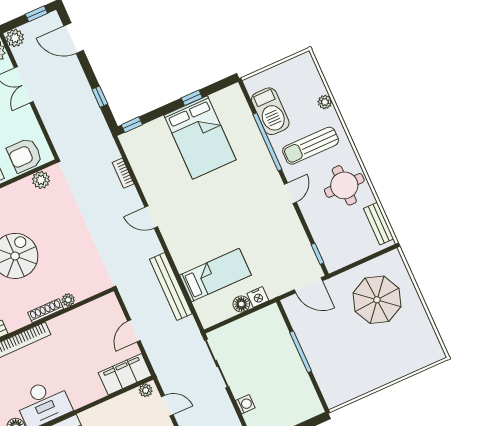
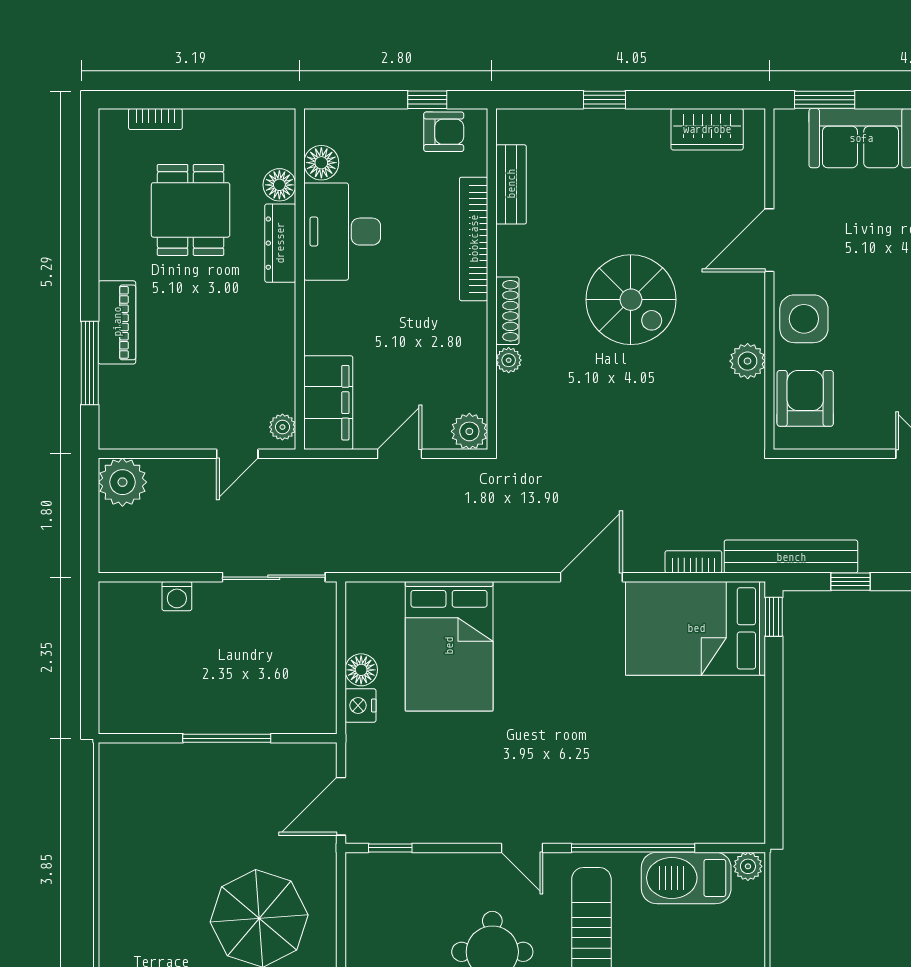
plant: (252, 85) -> (748, 866), added
window: (192, 98) -> (774, 747), removed
bed: (200, 138) -> (696, 628), moved
plant: (41, 180) -> (748, 361), moved
door: (151, 217) -> (591, 577), width x1.38
bed: (215, 275) -> (449, 646), width x1.50
bench: (171, 286) -> (791, 557), moved
plant: (109, 303) -> (469, 431), added
door: (134, 331) -> (400, 454), hinge flipped

